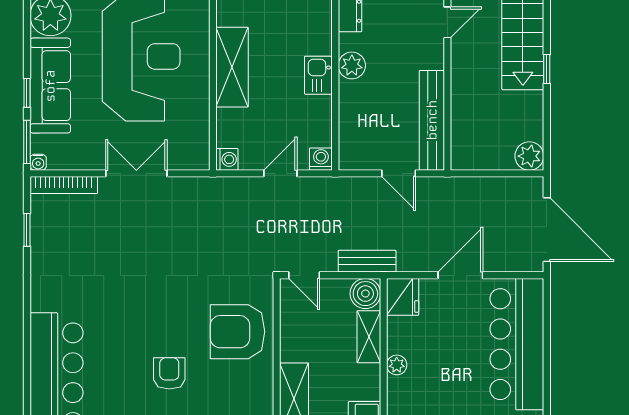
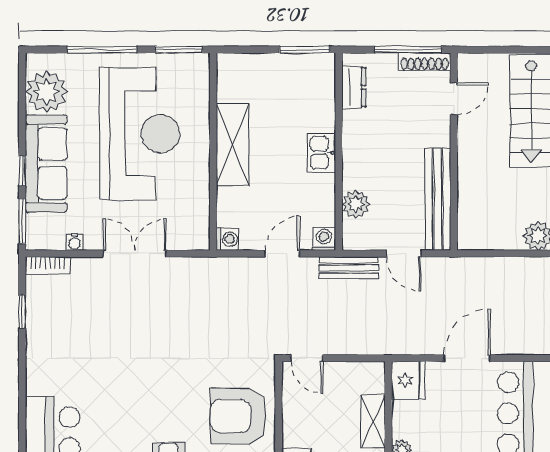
plant: (352, 65) -> (356, 204), moved
water cooler: (38, 162) -> (75, 242), moved
bookcase: (64, 185) -> (48, 266), width x0.64
bench: (367, 261) -> (349, 268), moved
boiler: (365, 294) -> (370, 377), removed

